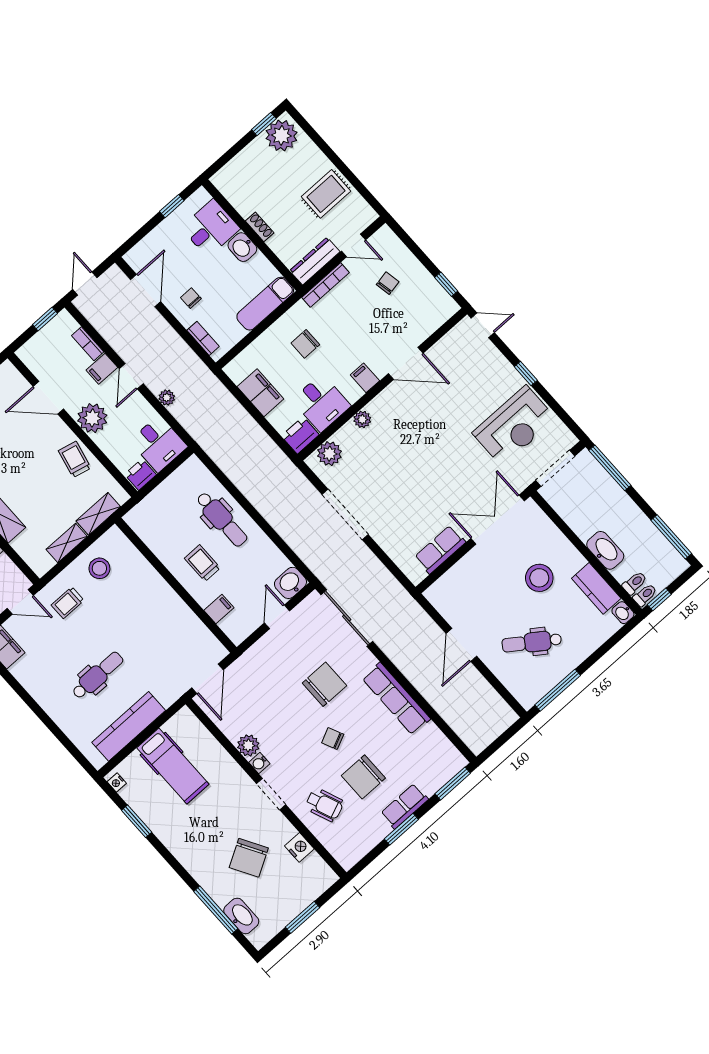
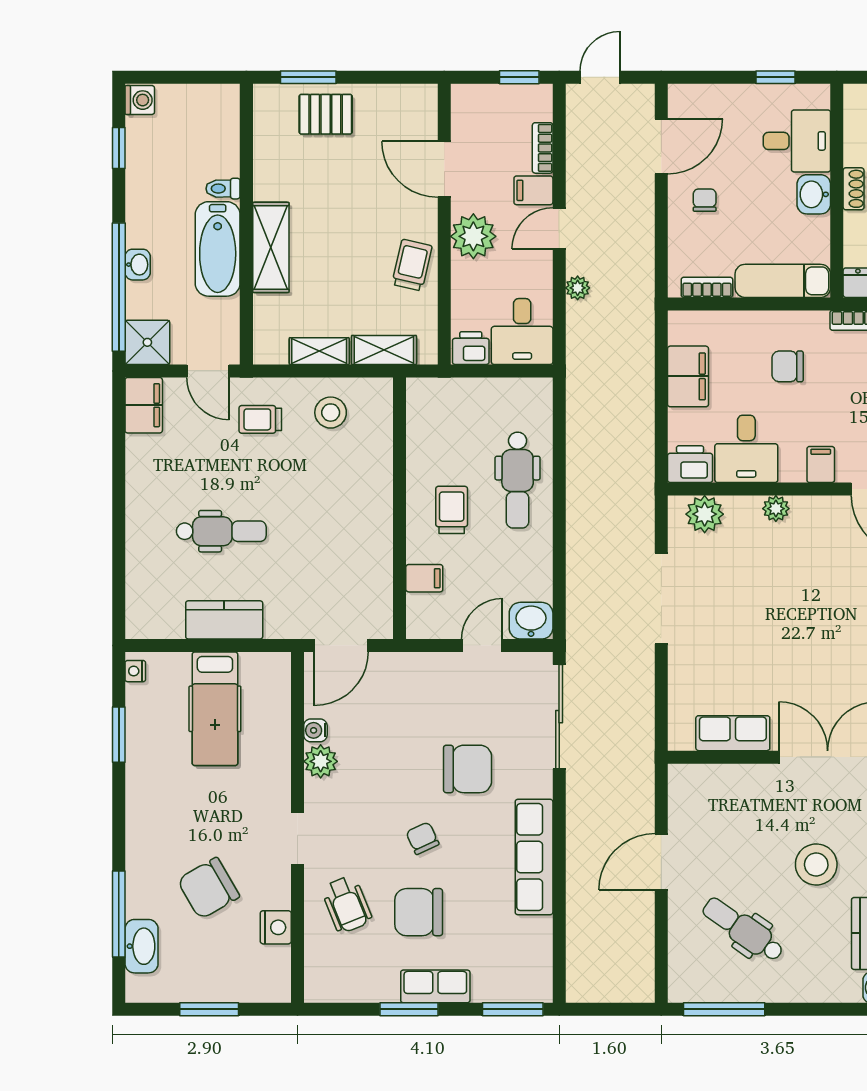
bookcase: (203, 338) -> (707, 287), moved, turned -90
kitchen counter: (129, 726) -> (224, 620), width x0.67
water cooler: (259, 763) -> (315, 730), moved

